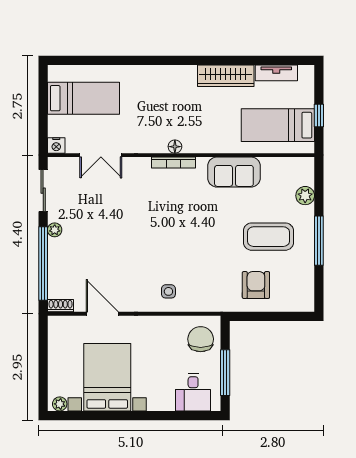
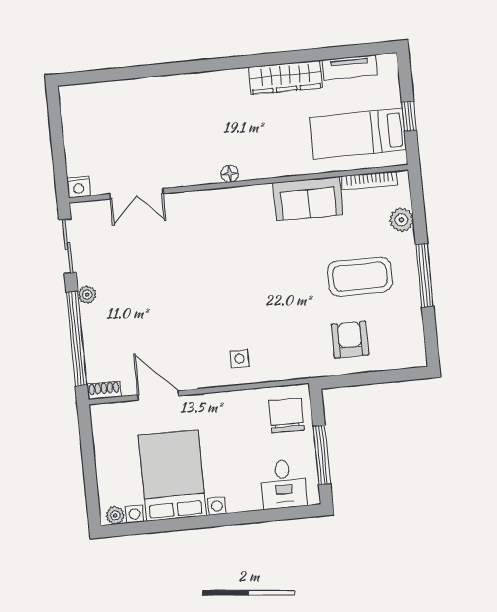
bed: (84, 98) -> (107, 124), removed
bookcase: (173, 162) -> (370, 180), moved

